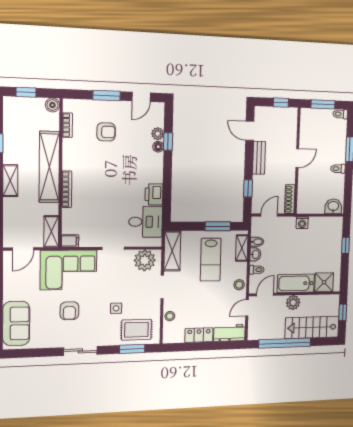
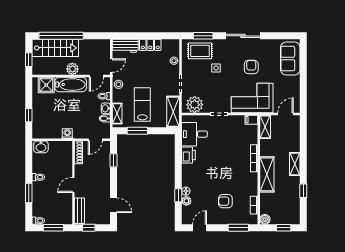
window: (107, 95) -> (238, 228), moved
bench: (259, 158) -> (79, 211), moved
shelving: (49, 167) -> (267, 174), width x0.68
window: (285, 343) -> (61, 36), moved
sliding door: (80, 351) -> (243, 36), width x1.37

